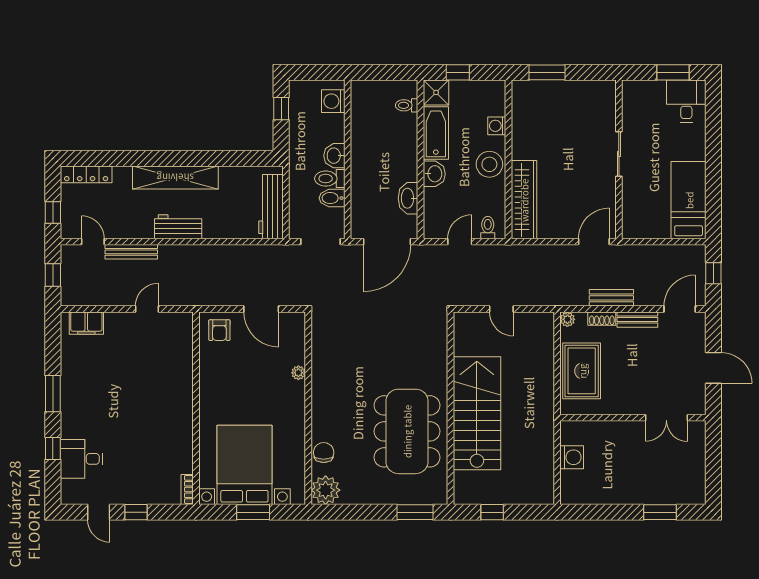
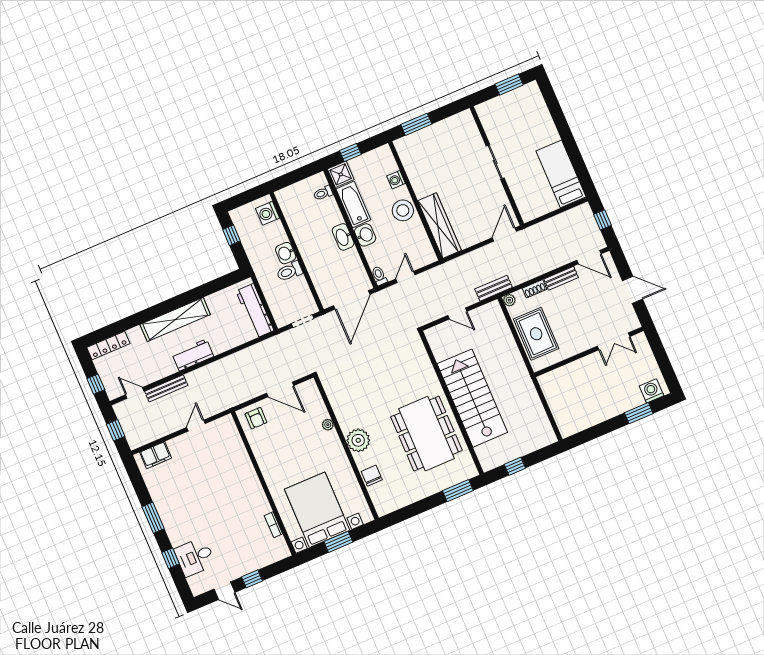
desk: (686, 101) -> (528, 101), removed
bidet: (332, 198) -> (297, 285), removed
washbasin: (408, 198) -> (343, 237), moved
toilet: (488, 228) -> (379, 276), moved
doorway: (320, 242) -> (303, 321), width x0.73
bench: (611, 298) -> (494, 288), moved
door: (680, 309) -> (589, 257), swing flipped
washing machine: (572, 457) -> (652, 391), moved, turned -90
bookcase: (187, 490) -> (273, 525), moved
plant: (326, 490) -> (358, 440), moved

